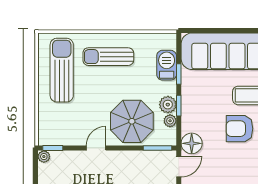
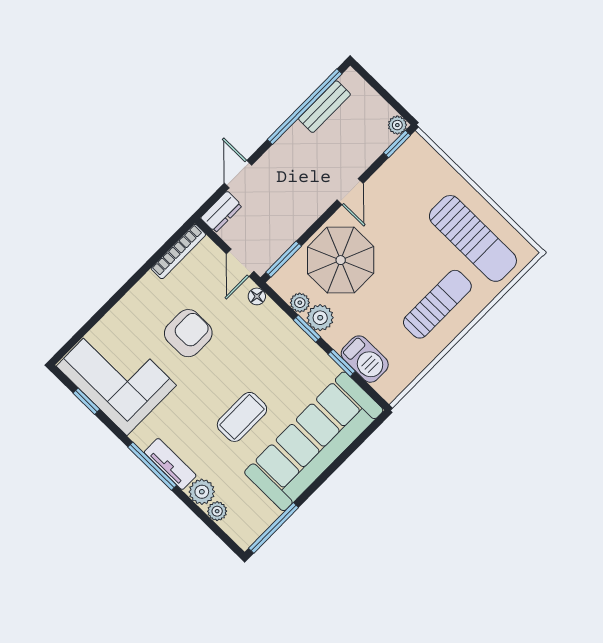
armchair: (240, 129) -> (188, 333), moved
floor lamp: (192, 143) -> (257, 296), width x0.53, depth x0.53

